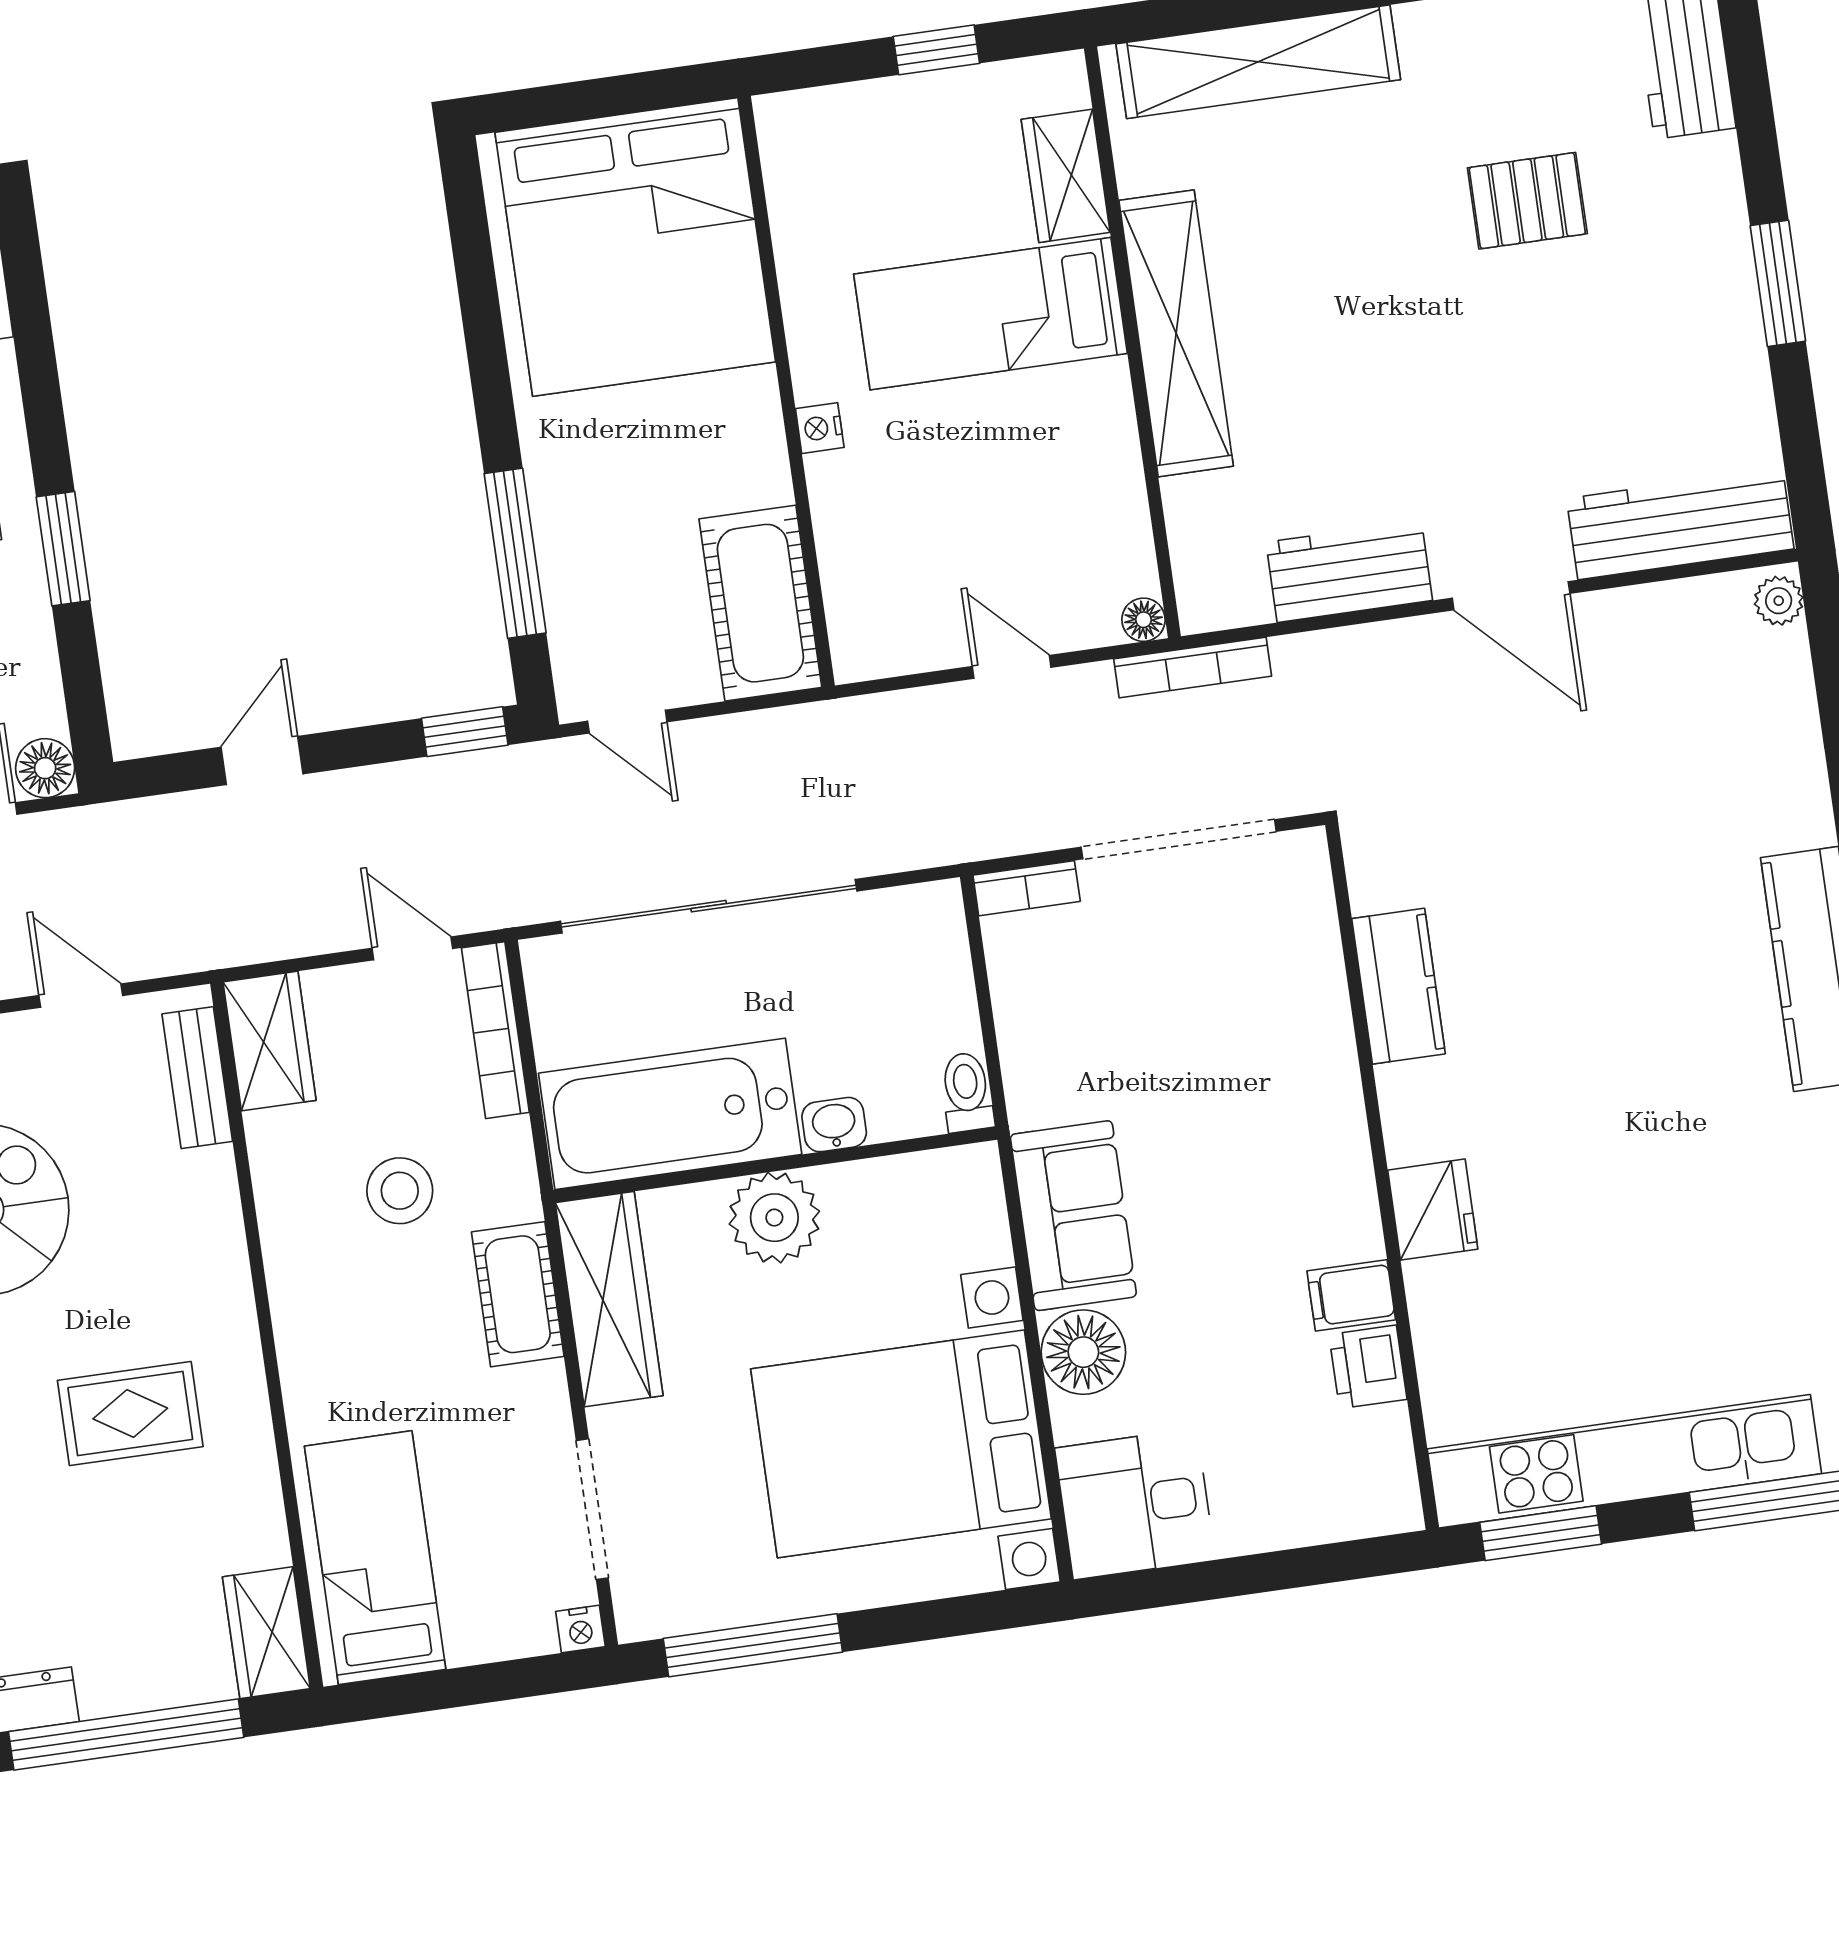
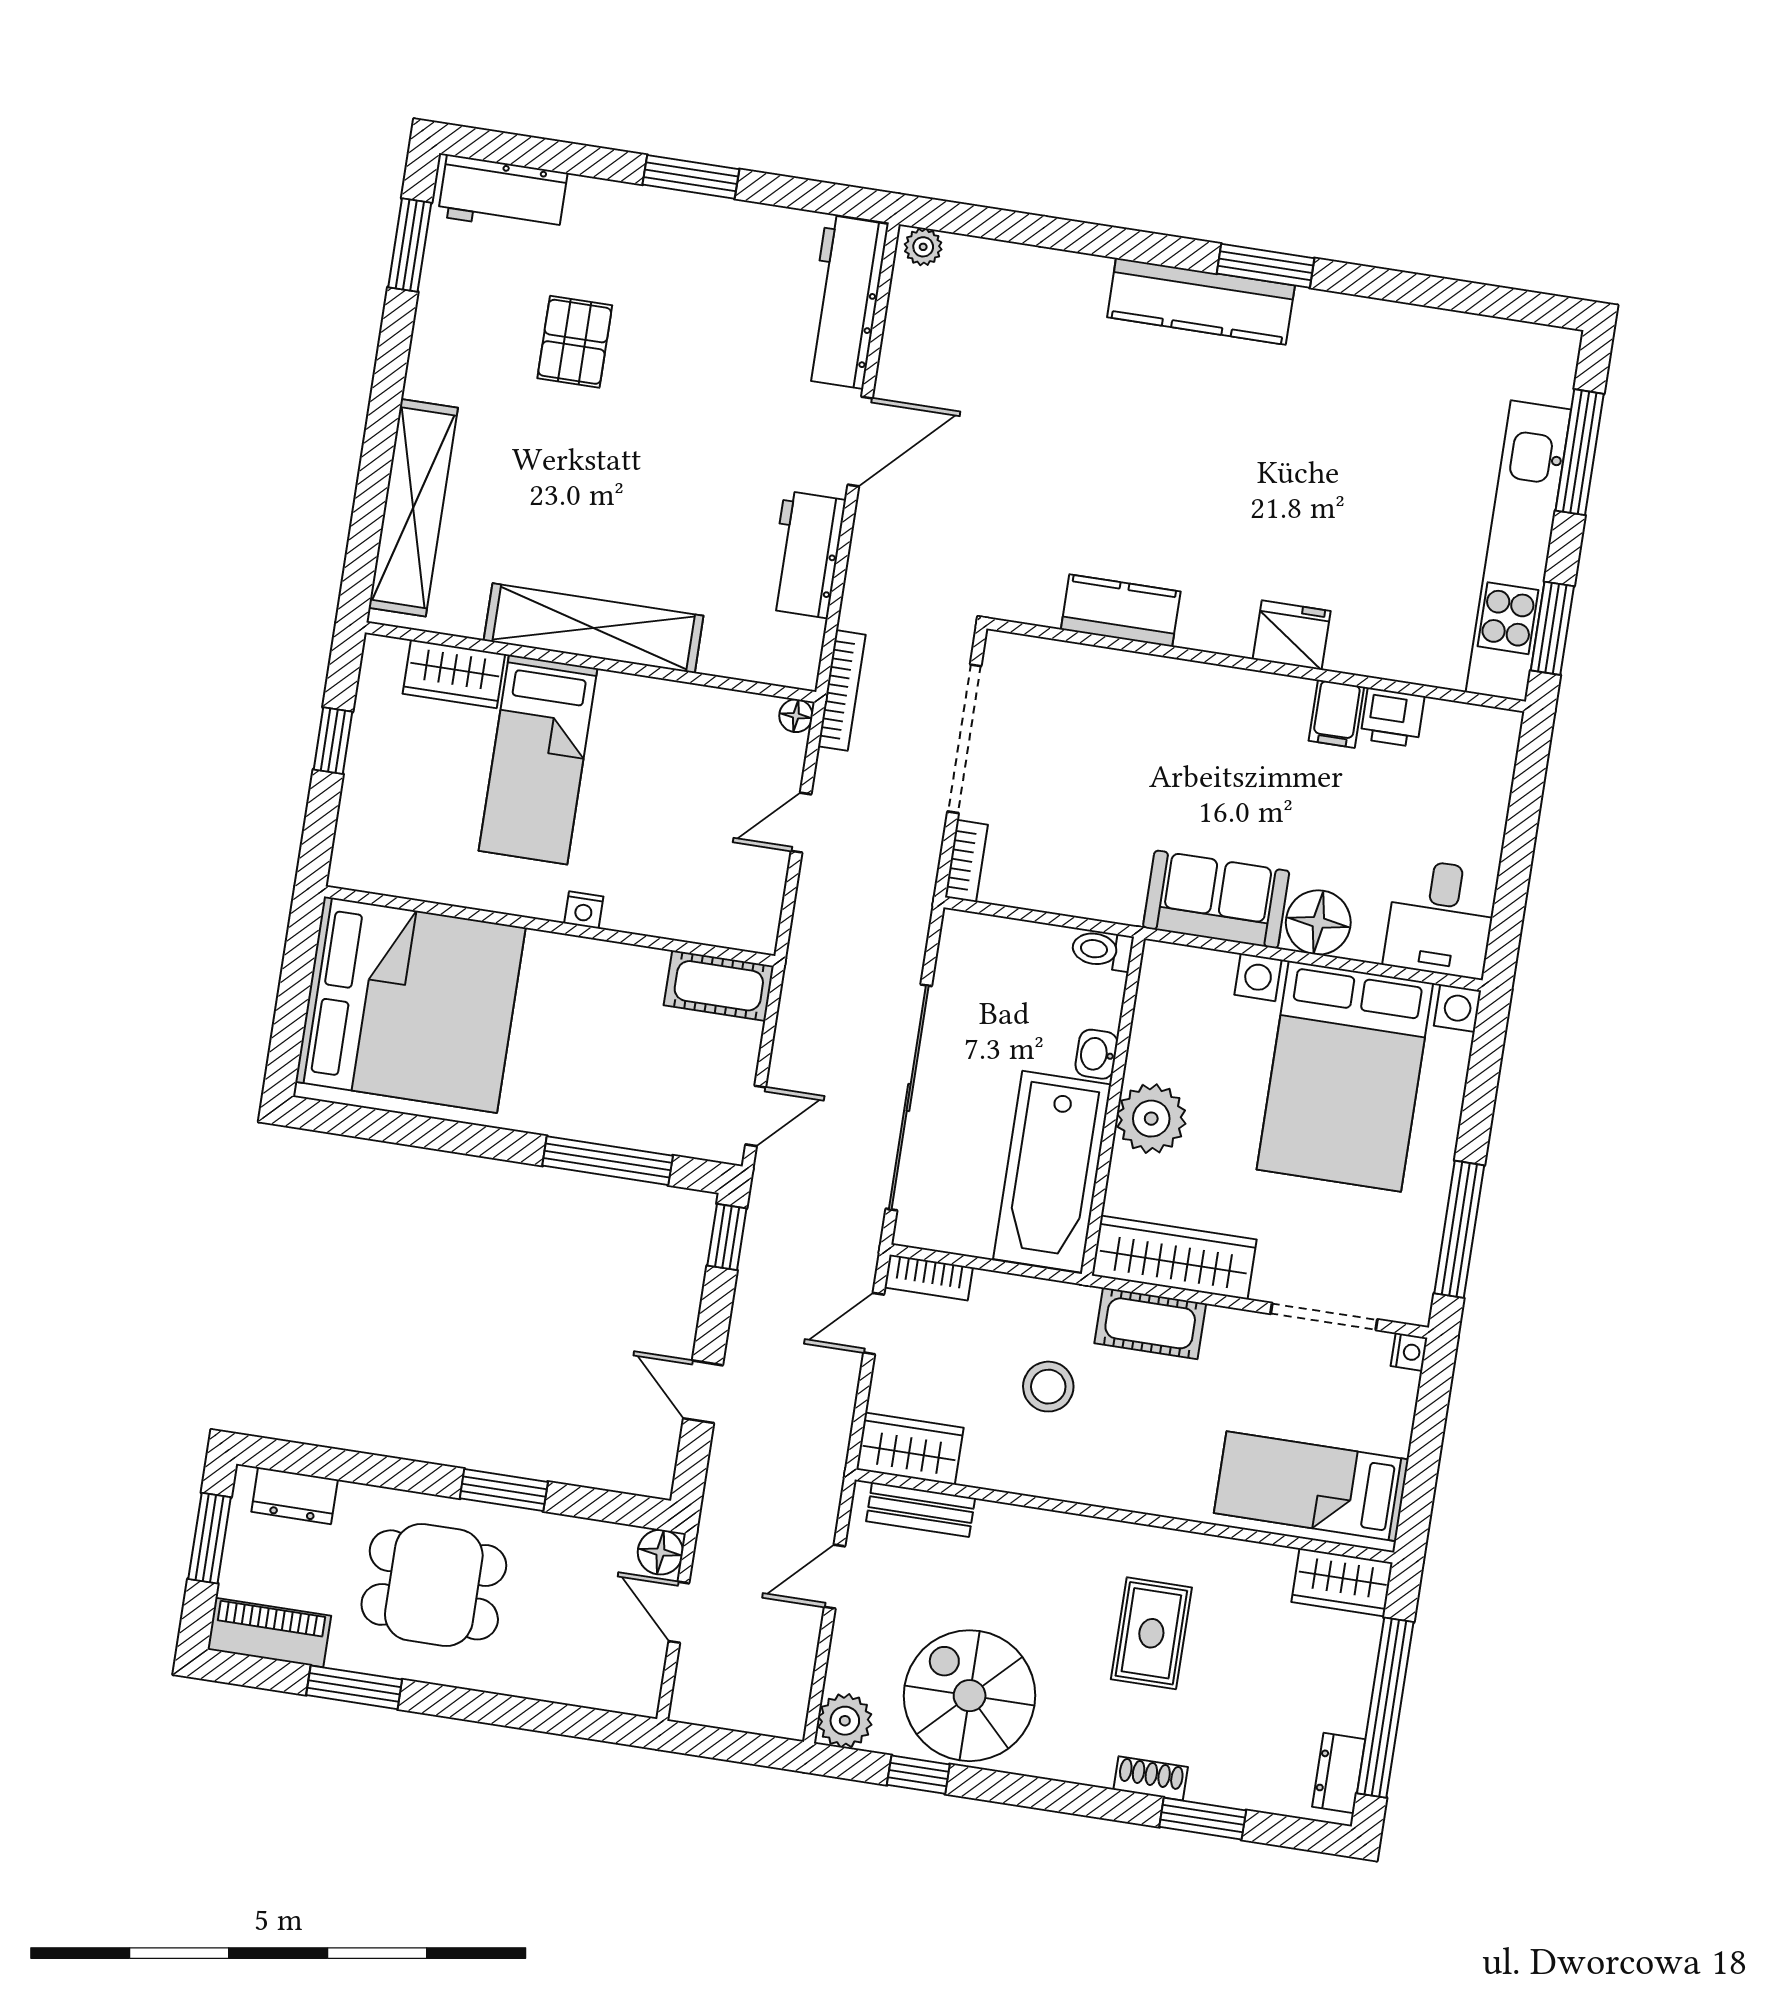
cot: (760, 603) -> (719, 986), width x0.73, depth x0.75
bookcase: (495, 1030) -> (929, 1277), width x0.64

